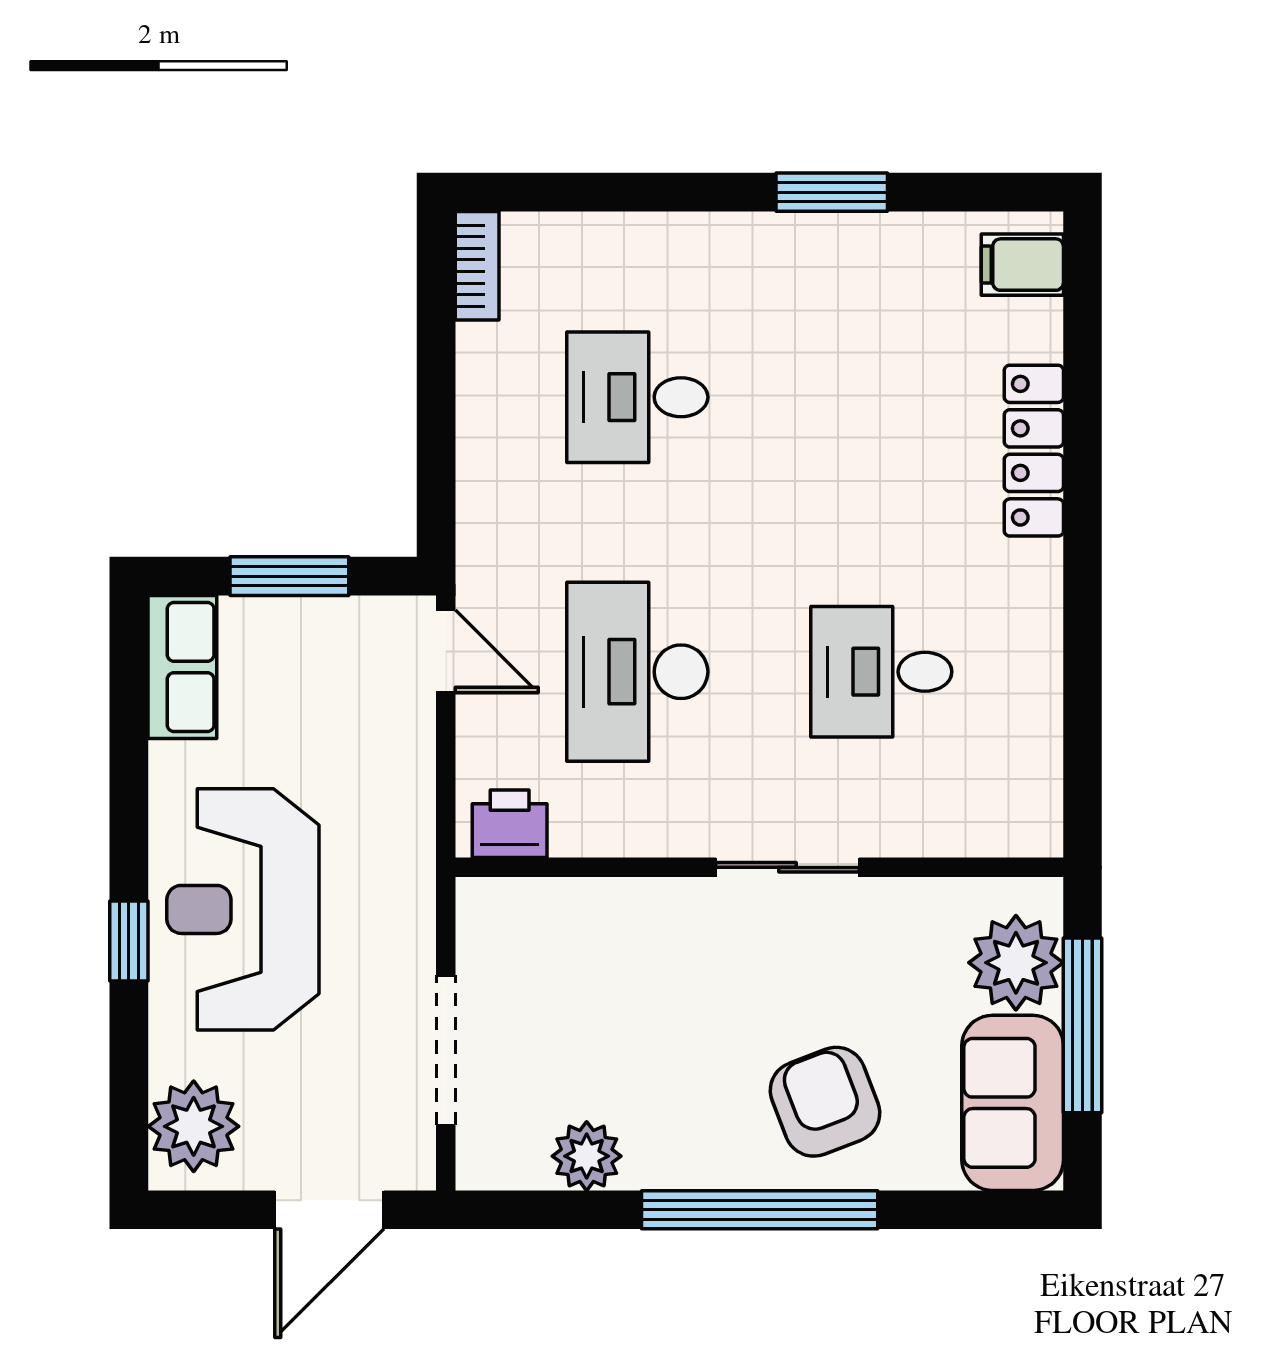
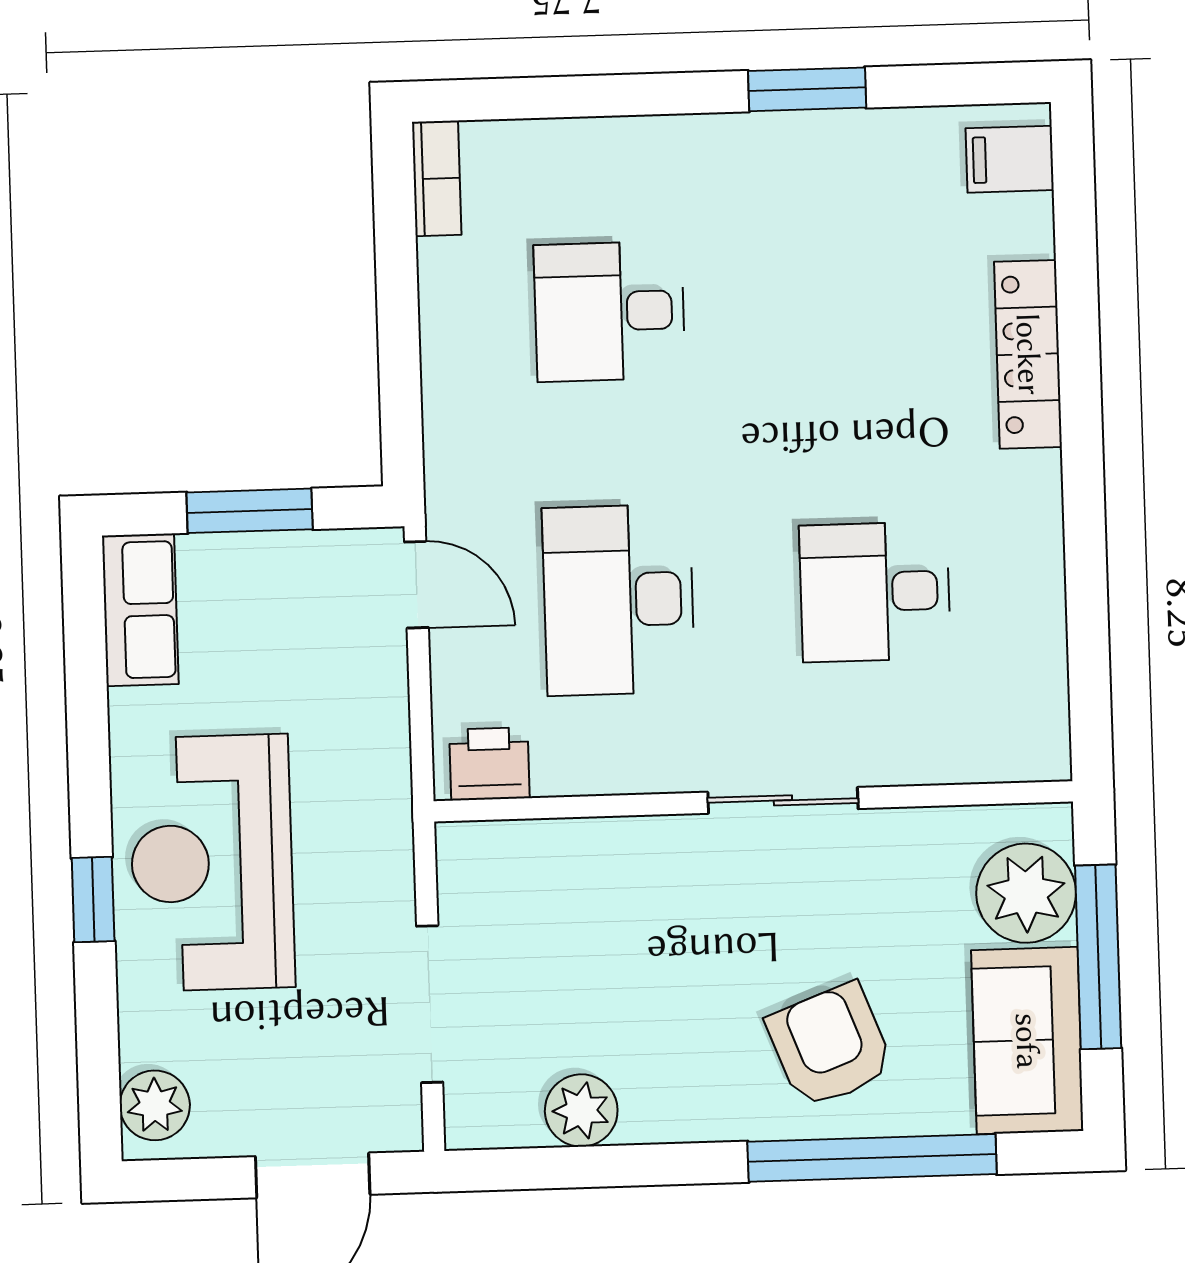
plant: (194, 1126) -> (155, 1105), width x0.73, depth x0.73
window: (760, 1210) -> (872, 1158), moved

